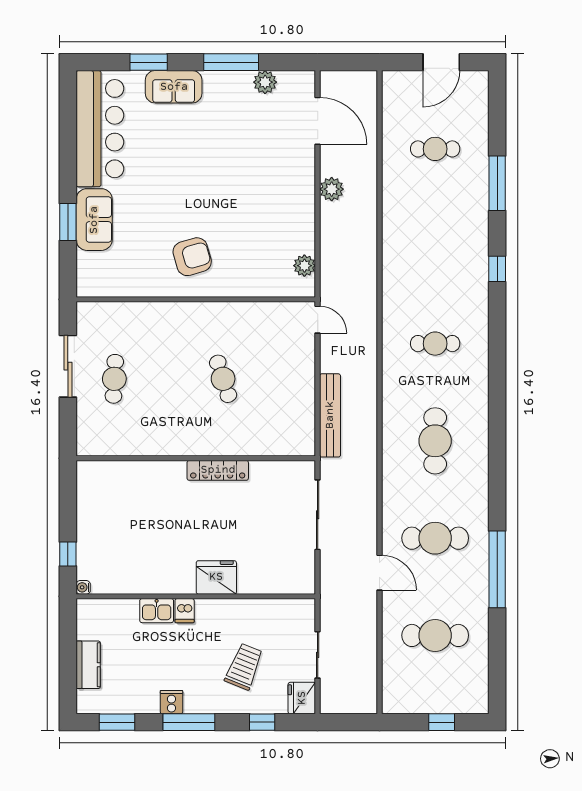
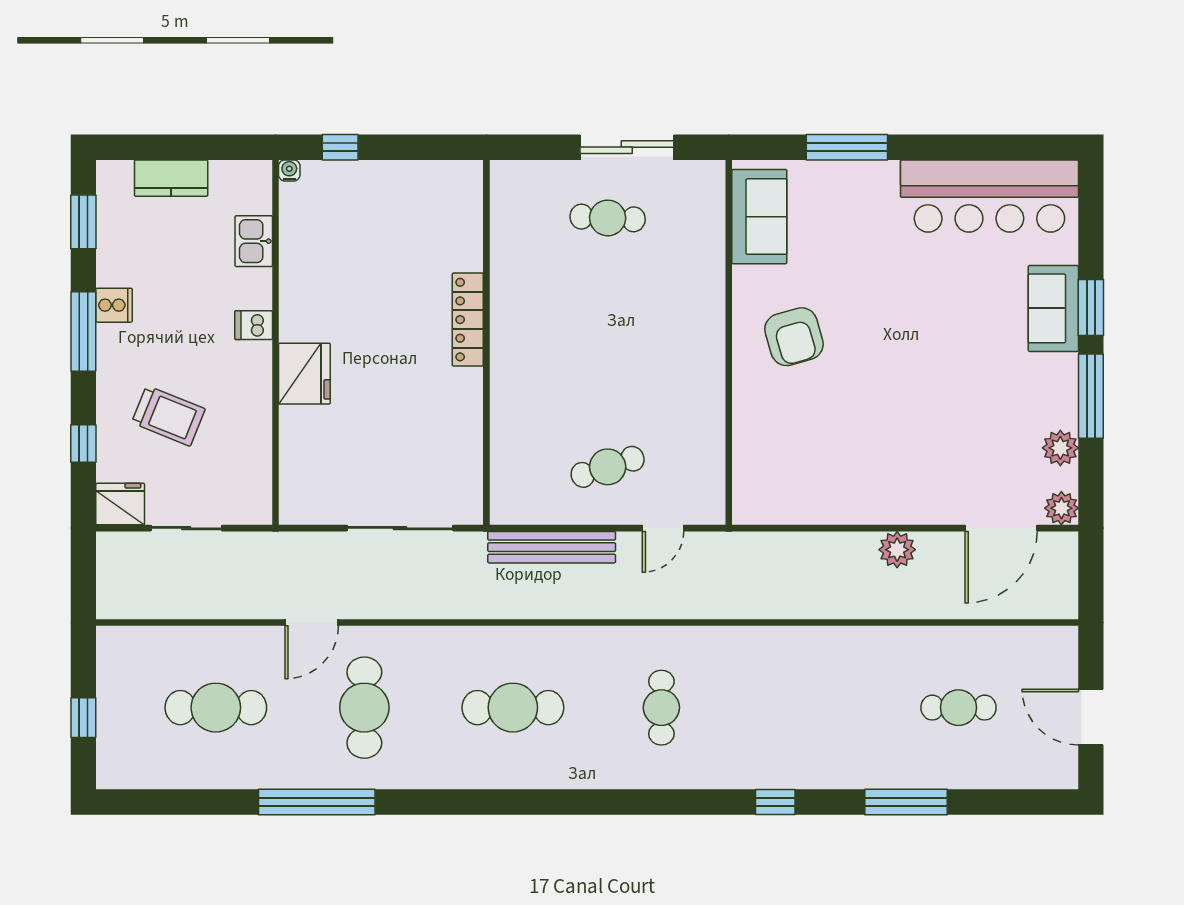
window: (149, 62) -> (1091, 307), moved
cafe table: (435, 149) -> (958, 708), turned 90
sofa: (94, 220) -> (759, 217), moved, turned -90
window: (68, 222) -> (847, 147), width x1.44
plant: (304, 266) -> (1061, 508), moved
door: (318, 320) -> (663, 528), moved
cafe table: (223, 379) -> (608, 467), moved
locker: (218, 470) -> (468, 320), moved
kitchen sink: (157, 611) -> (254, 241), moved
cafe table: (435, 635) -> (216, 708), turned 90

